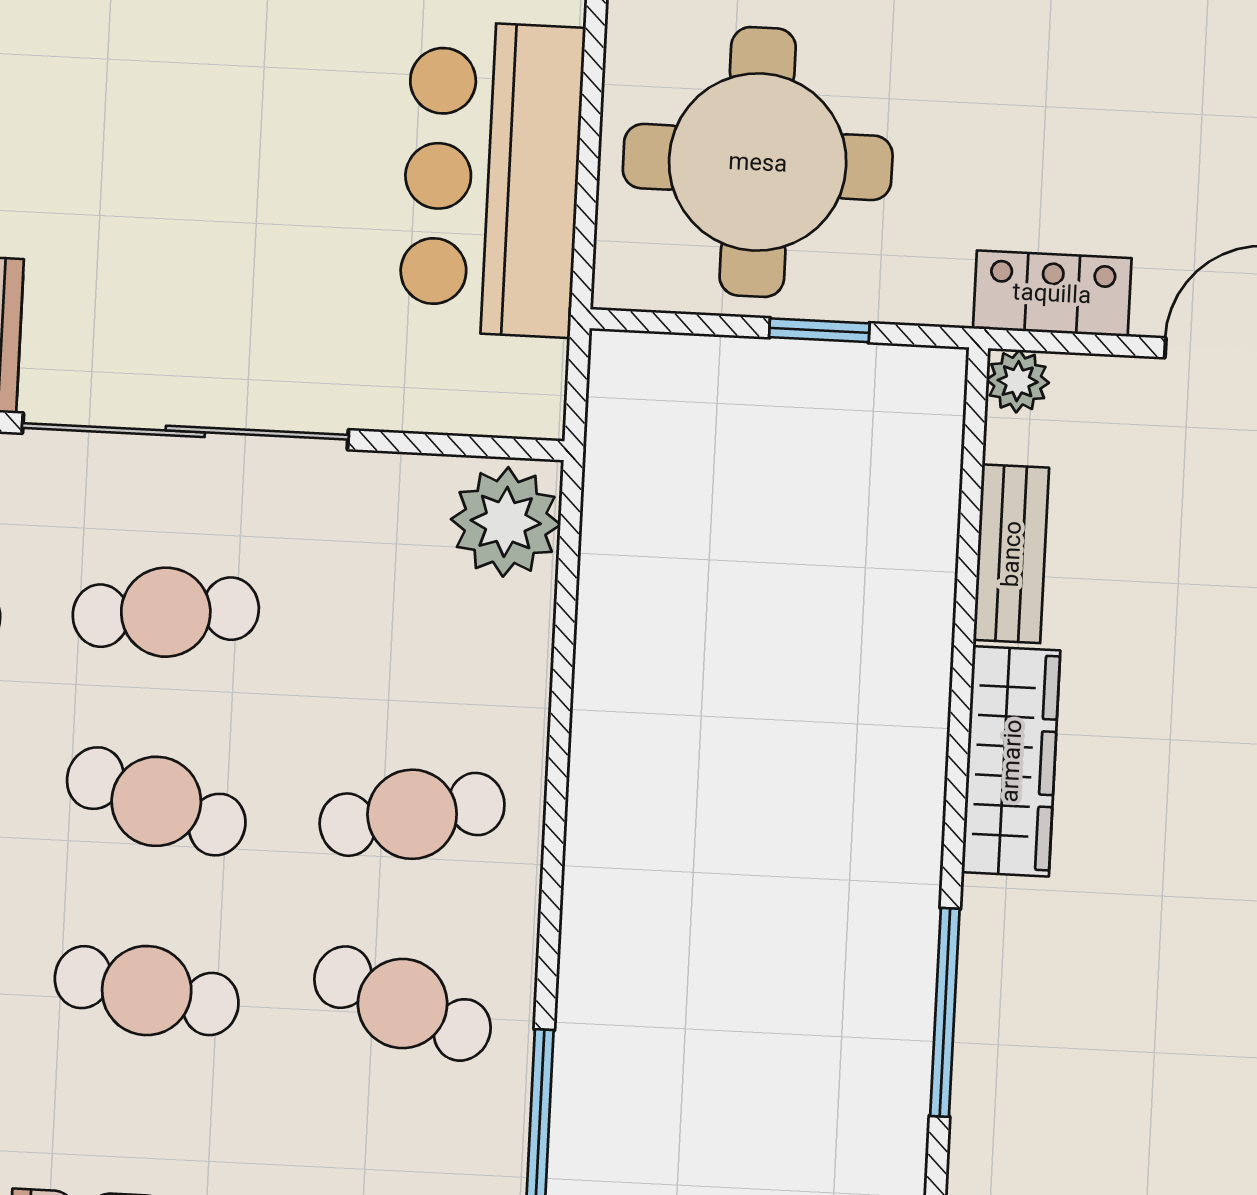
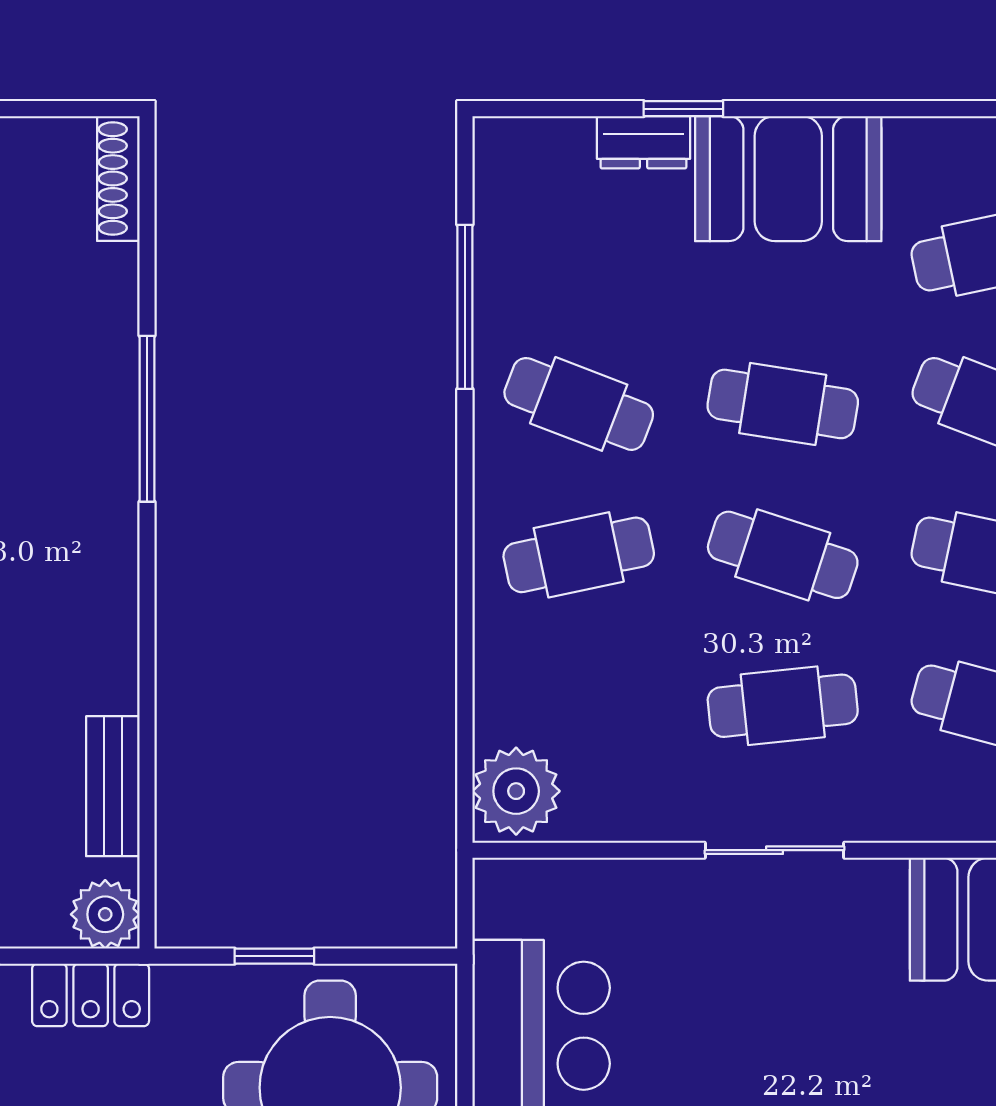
plant: (1018, 381) -> (105, 914), width x1.38, depth x1.38
sliding door: (185, 431) -> (775, 850), width x0.54
wardrobe: (1011, 761) -> (105, 621), removed

